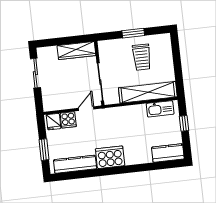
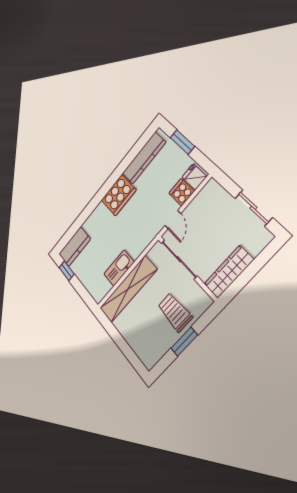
trolley: (142, 57) -> (175, 312), moved
kitchen sink: (160, 109) -> (119, 268), moved
window: (184, 123) -> (67, 271), moved

